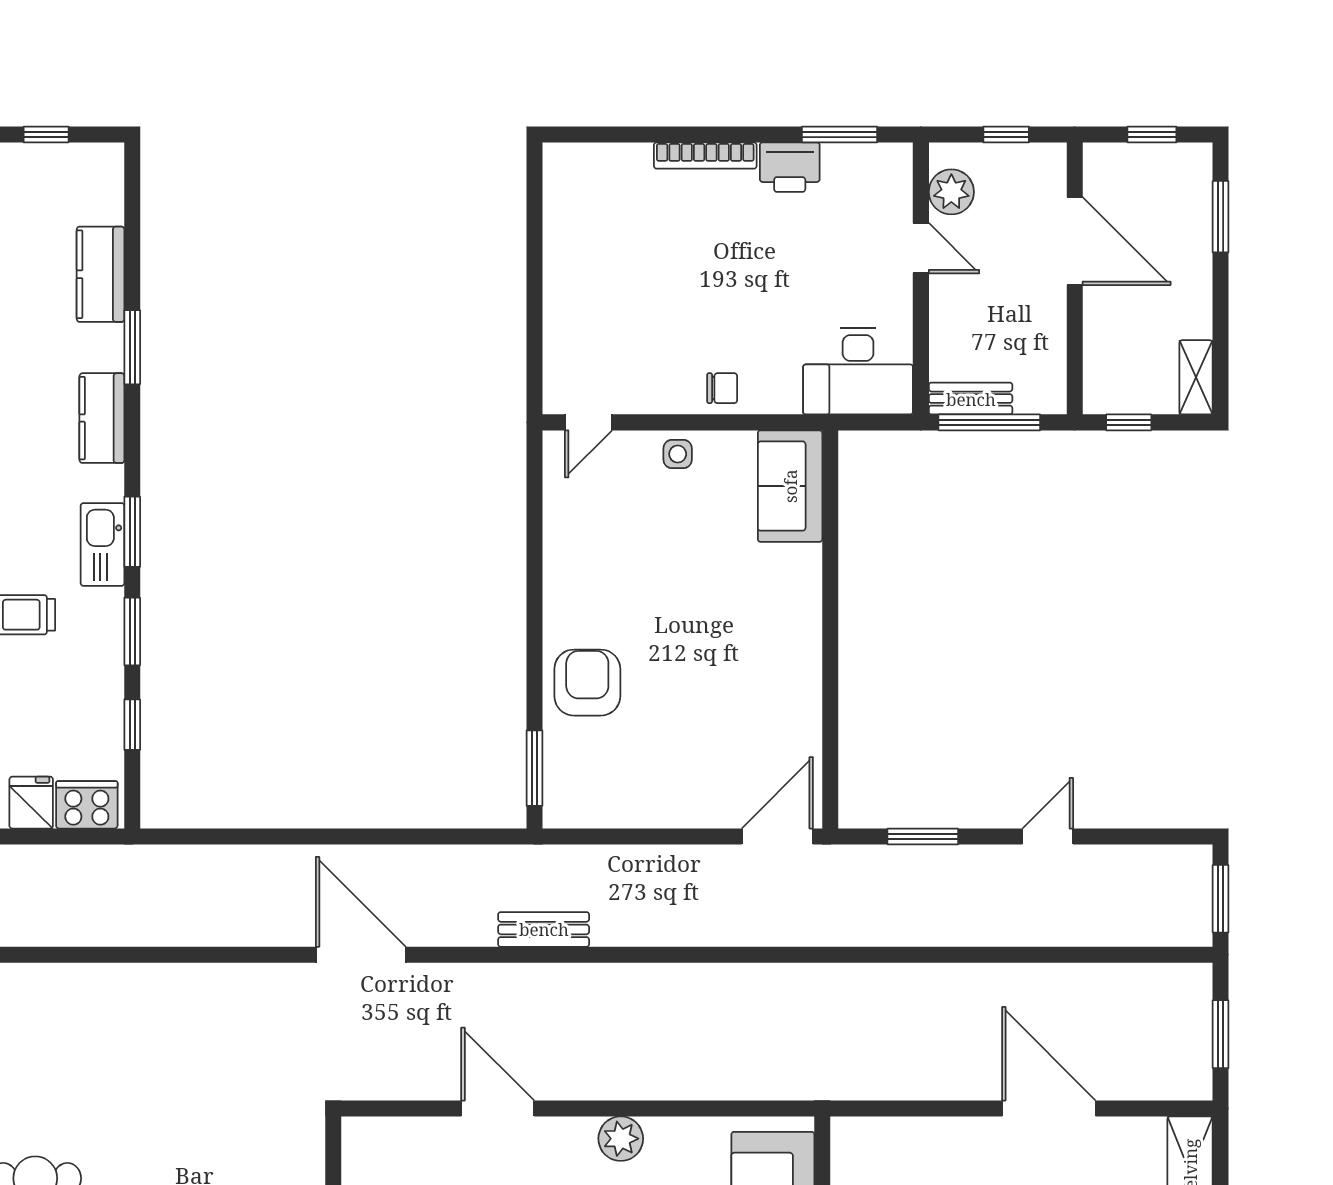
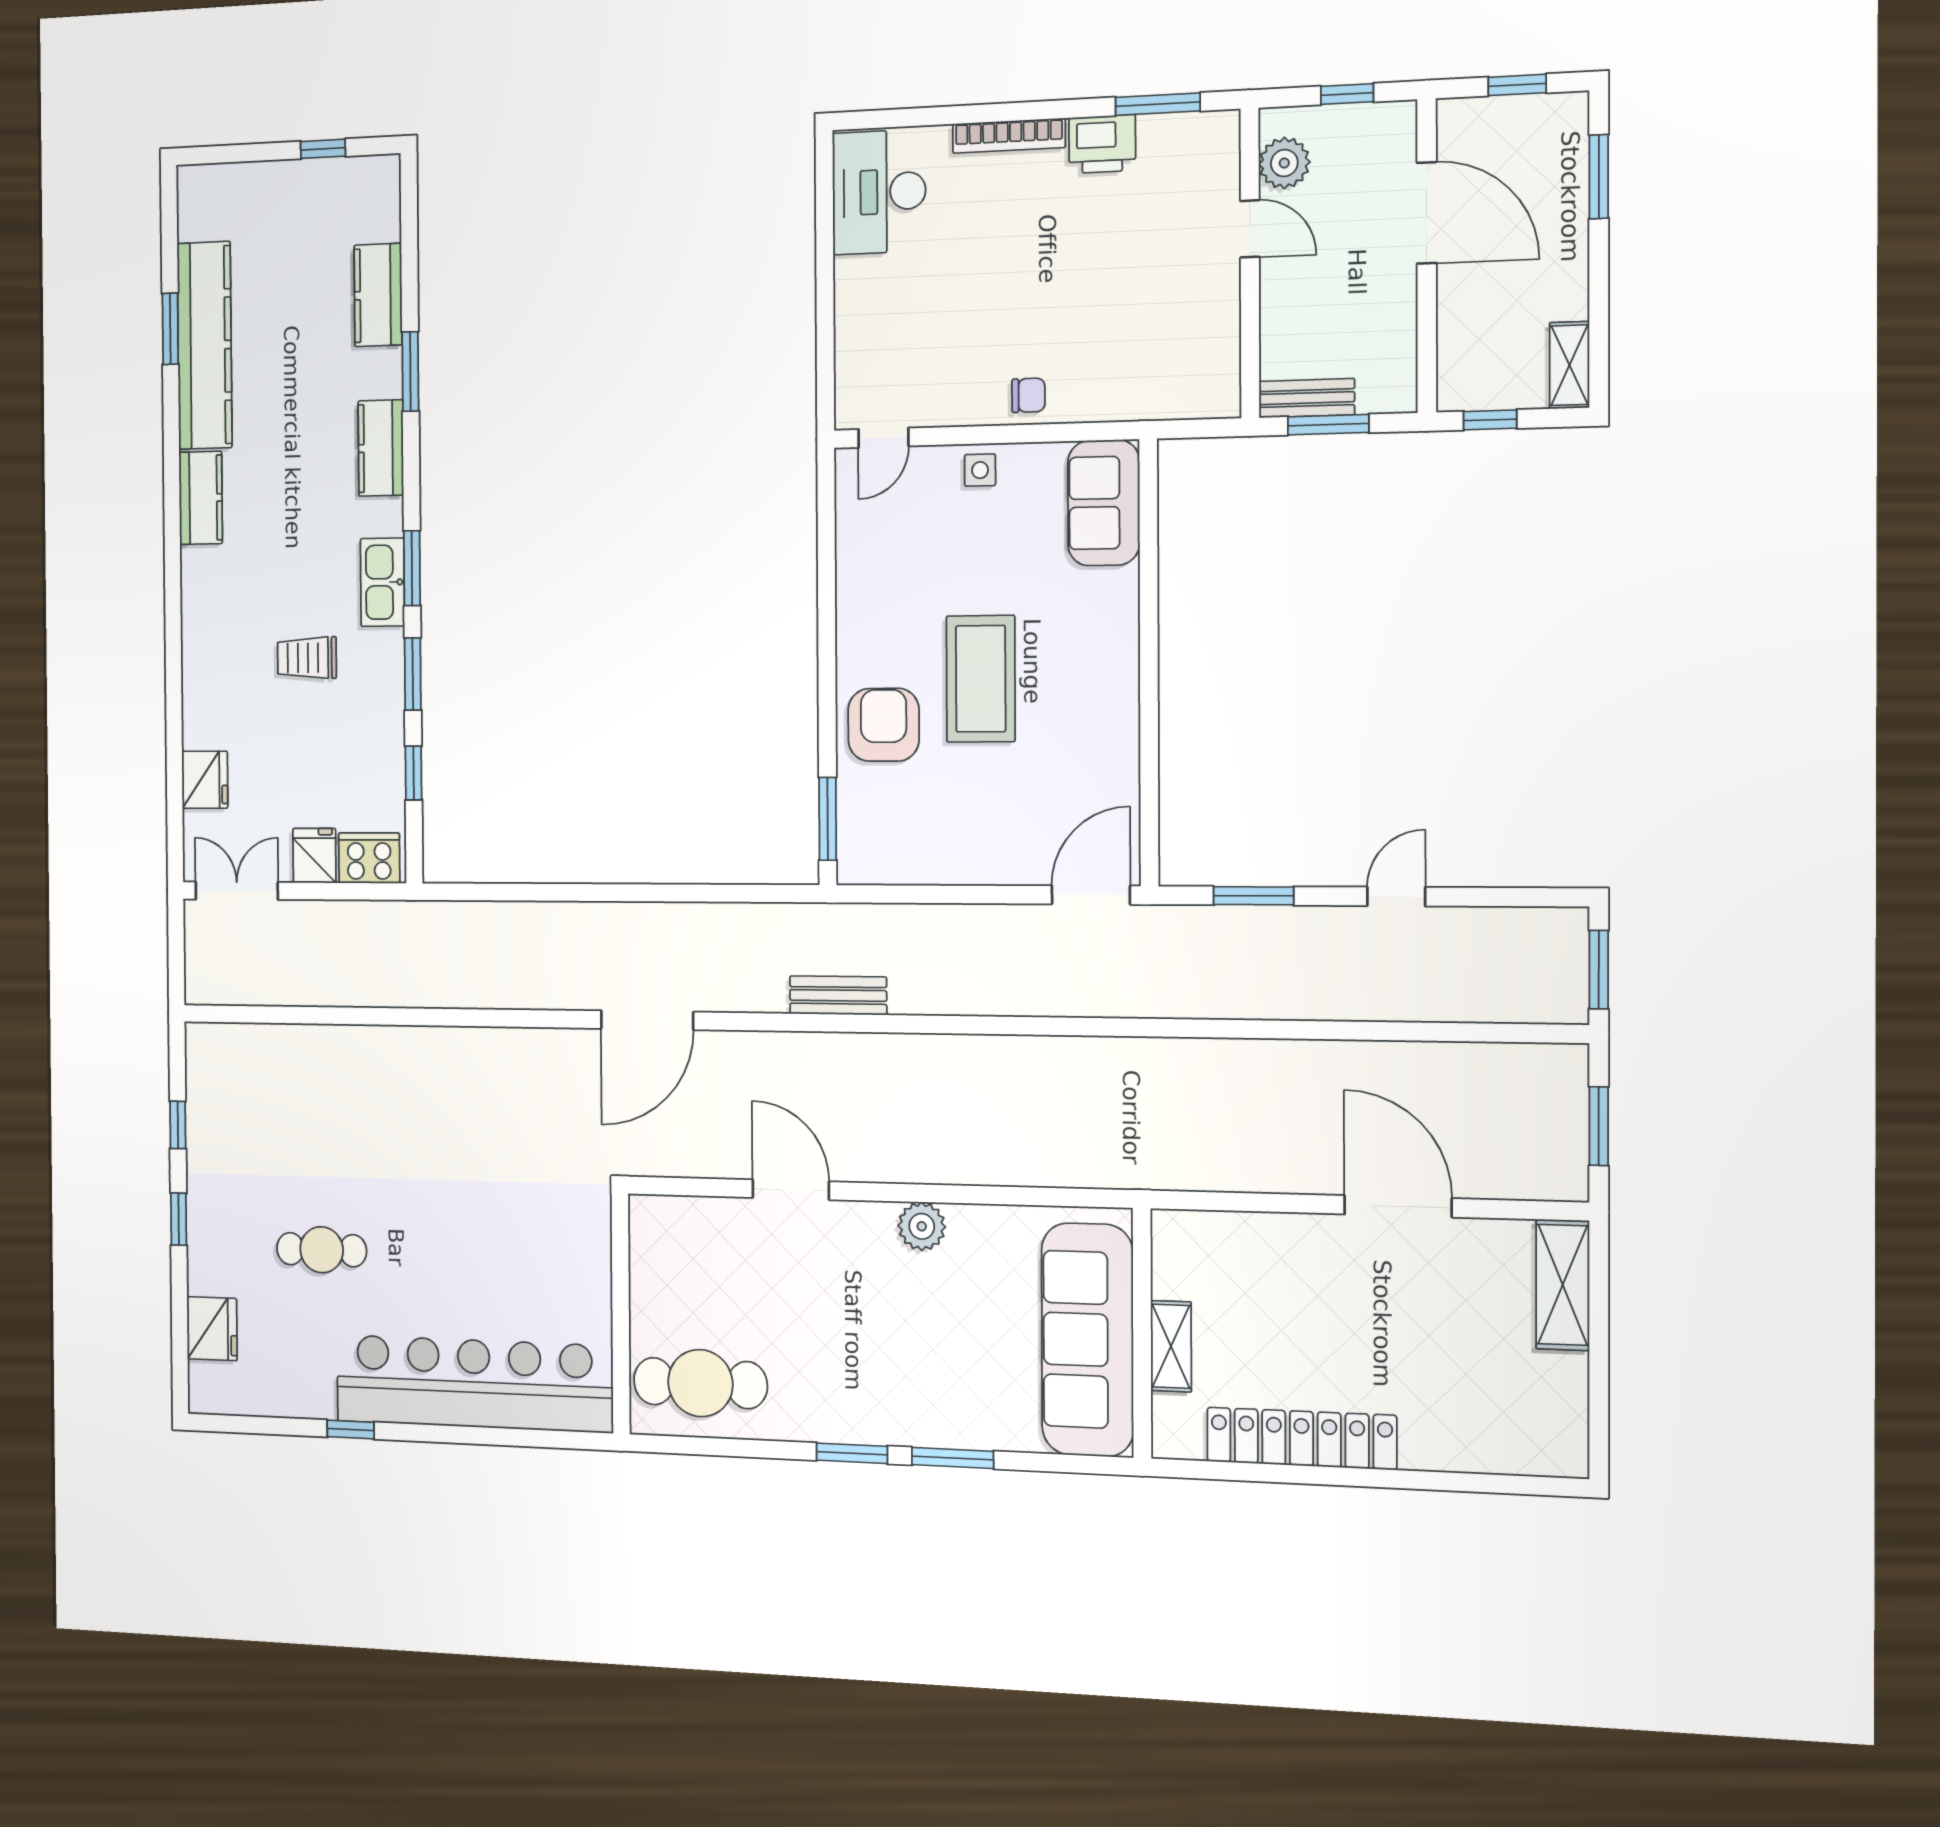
desk: (858, 371) -> (879, 192), moved, turned 90
window: (989, 422) -> (1328, 425), width x0.69
coffee table: (677, 642) -> (981, 679), added
door: (361, 955) -> (647, 1020), swing flipped

